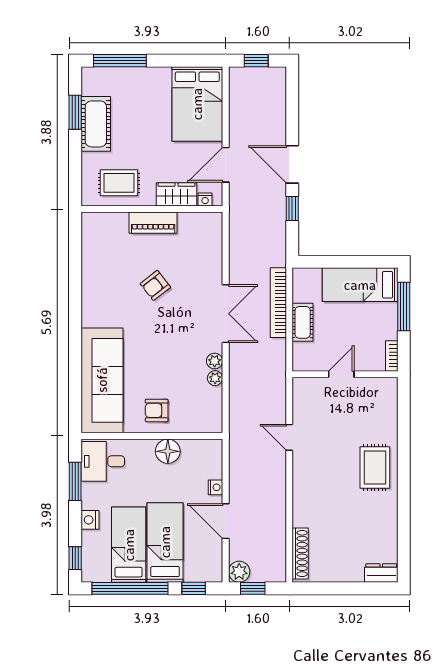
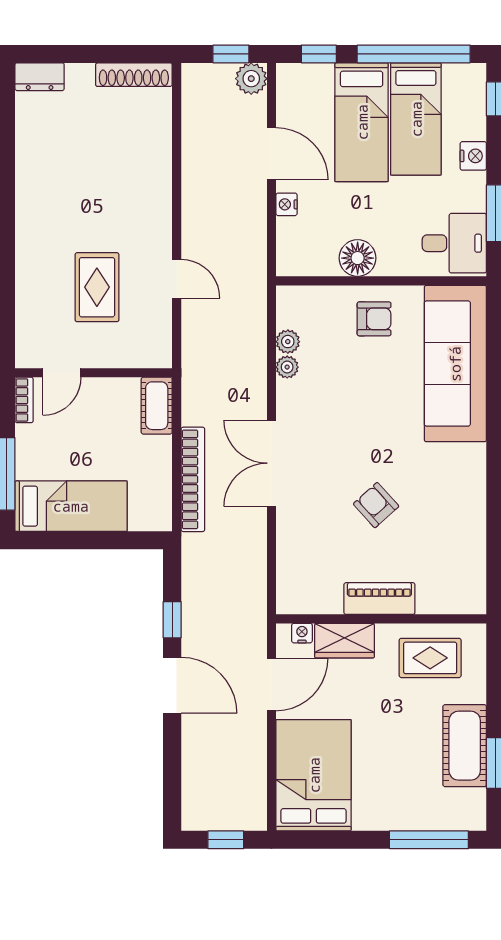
armchair: (155, 285) -> (376, 505), turned -94
cot: (303, 322) -> (157, 406), moved
plant: (215, 361) -> (288, 342), moved
door: (341, 374) -> (62, 373), moved
rug: (375, 468) -> (97, 287), moved
shoe rack: (300, 553) -> (134, 75), moved, turned -90

